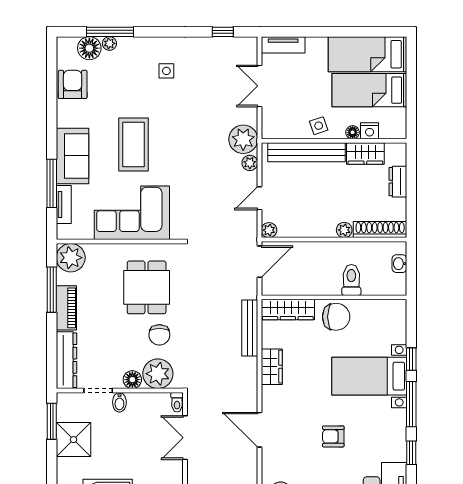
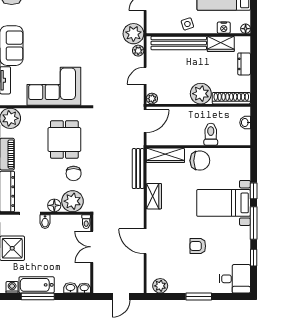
floor lamp: (353, 132) -> (246, 29), moved
coffee table: (134, 145) -> (55, 37), removed
plant: (344, 230) -> (201, 94), width x1.88, depth x1.88

